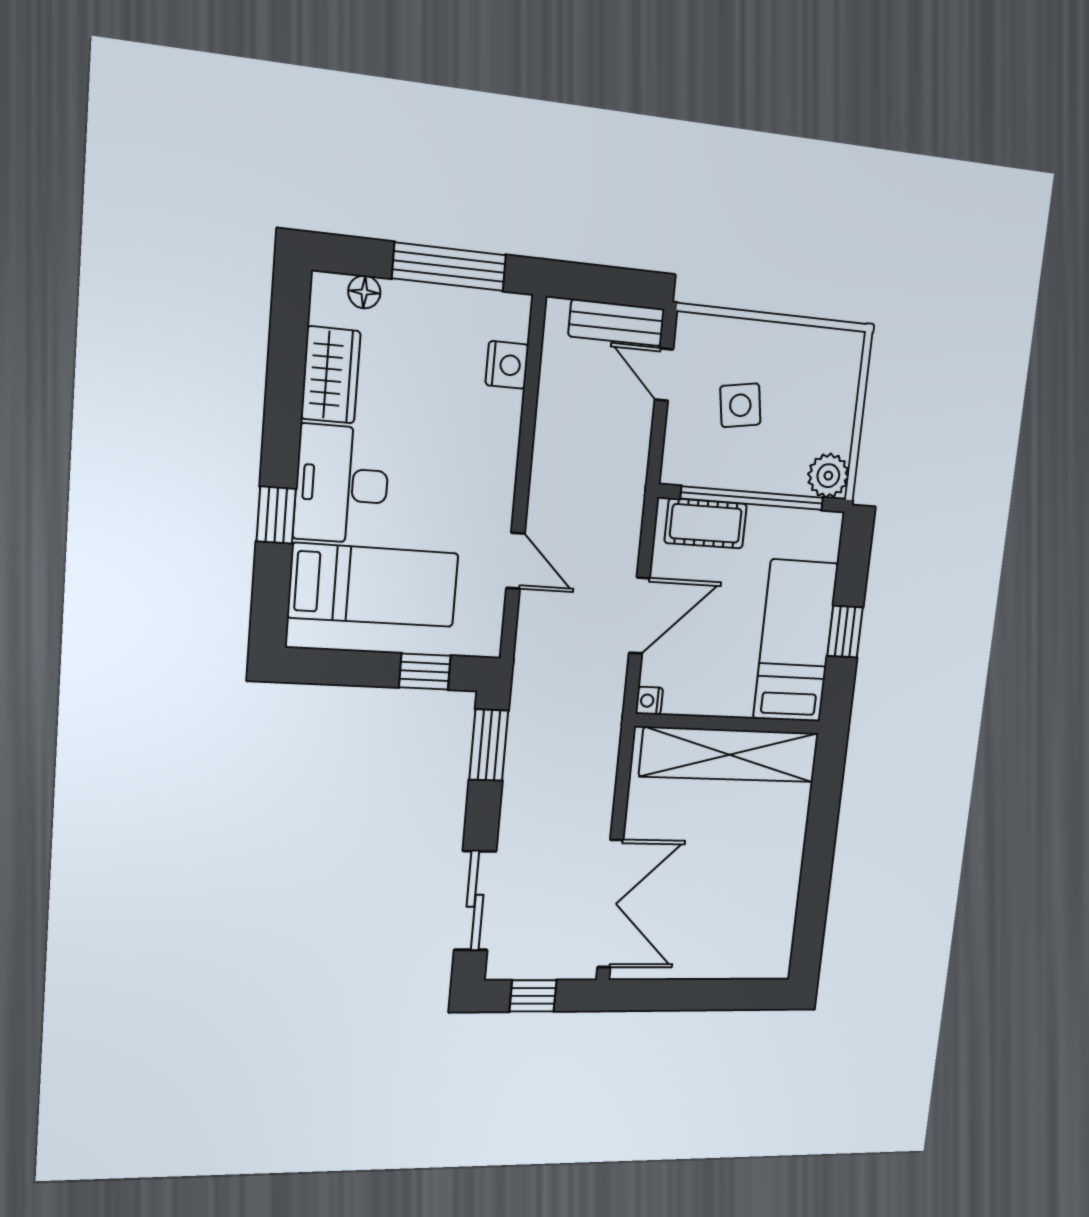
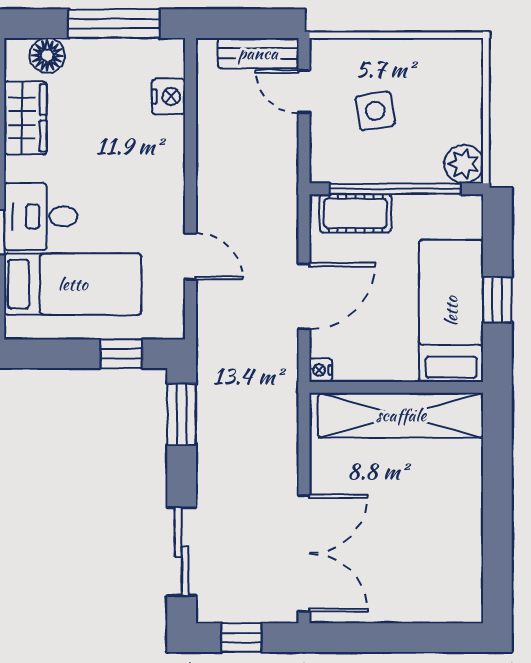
floor lamp: (364, 292) -> (47, 55), width x1.37, depth x1.37
desk: (342, 484) -> (41, 217), width x0.73

